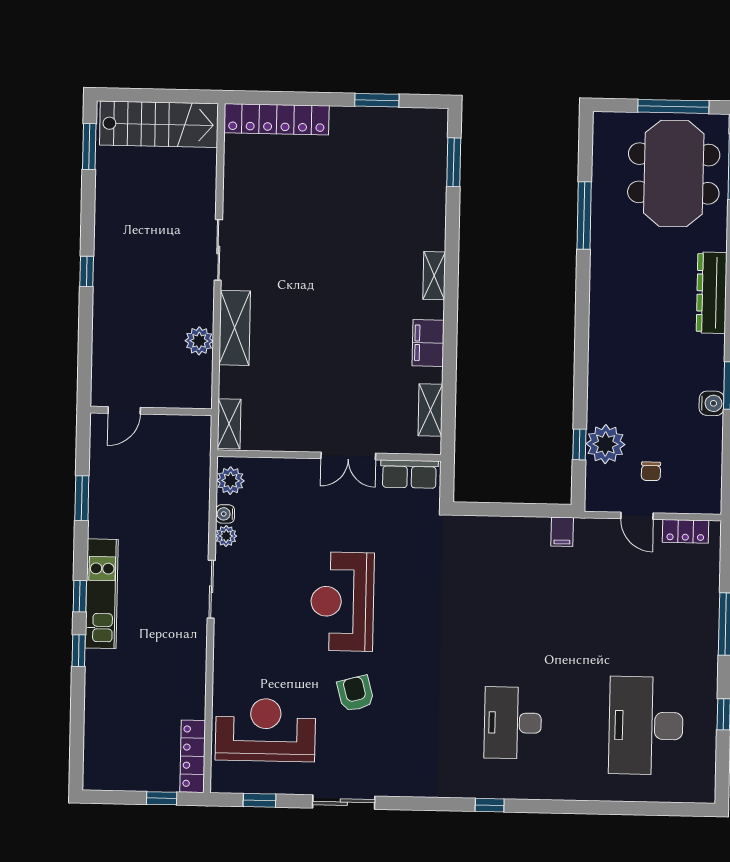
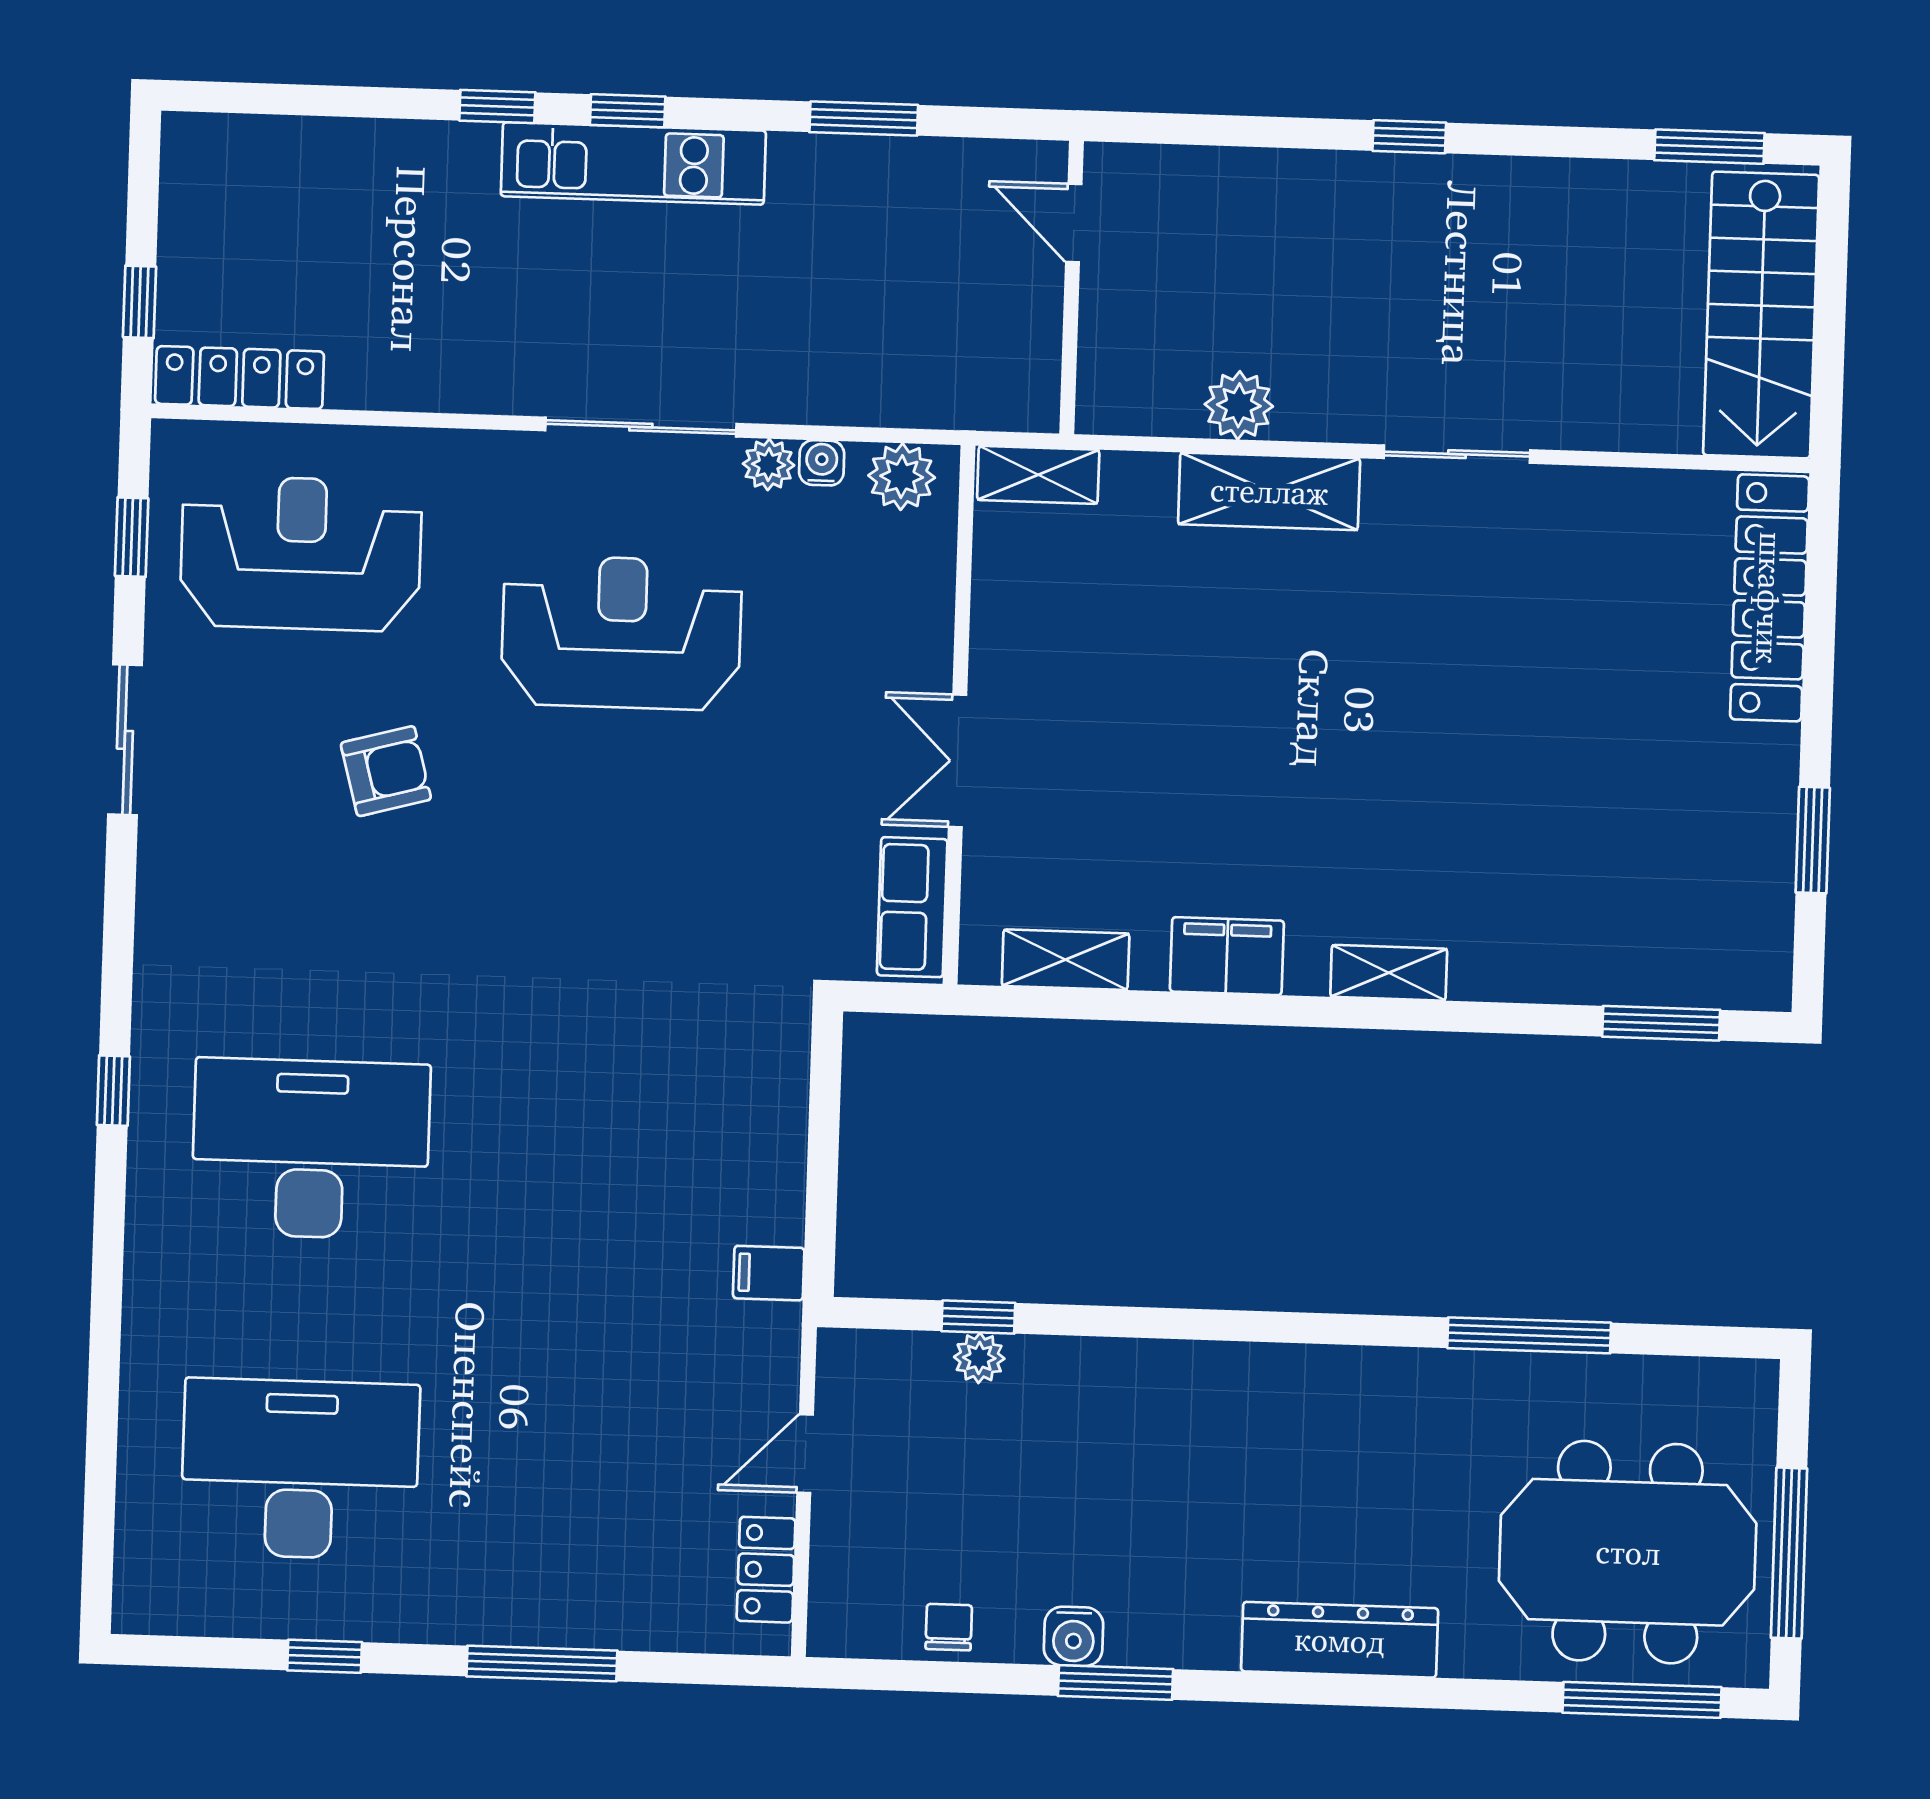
plant: (605, 444) -> (979, 1358), width x0.53, depth x0.53
chair: (651, 471) -> (949, 1627), moved, turned 90
sliding door: (211, 589) -> (641, 427), width x1.37
reception desk: (342, 602) -> (621, 633), moved
desk: (513, 723) -> (311, 1149), width x1.36, depth x1.30
reception desk: (265, 730) -> (301, 554), turned -90

